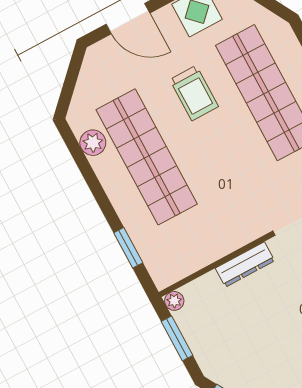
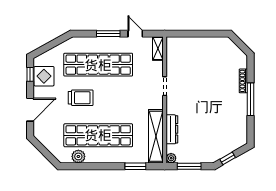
shelving: (197, 255) -> (156, 136), added
dresser: (245, 264) -> (172, 129), moved

